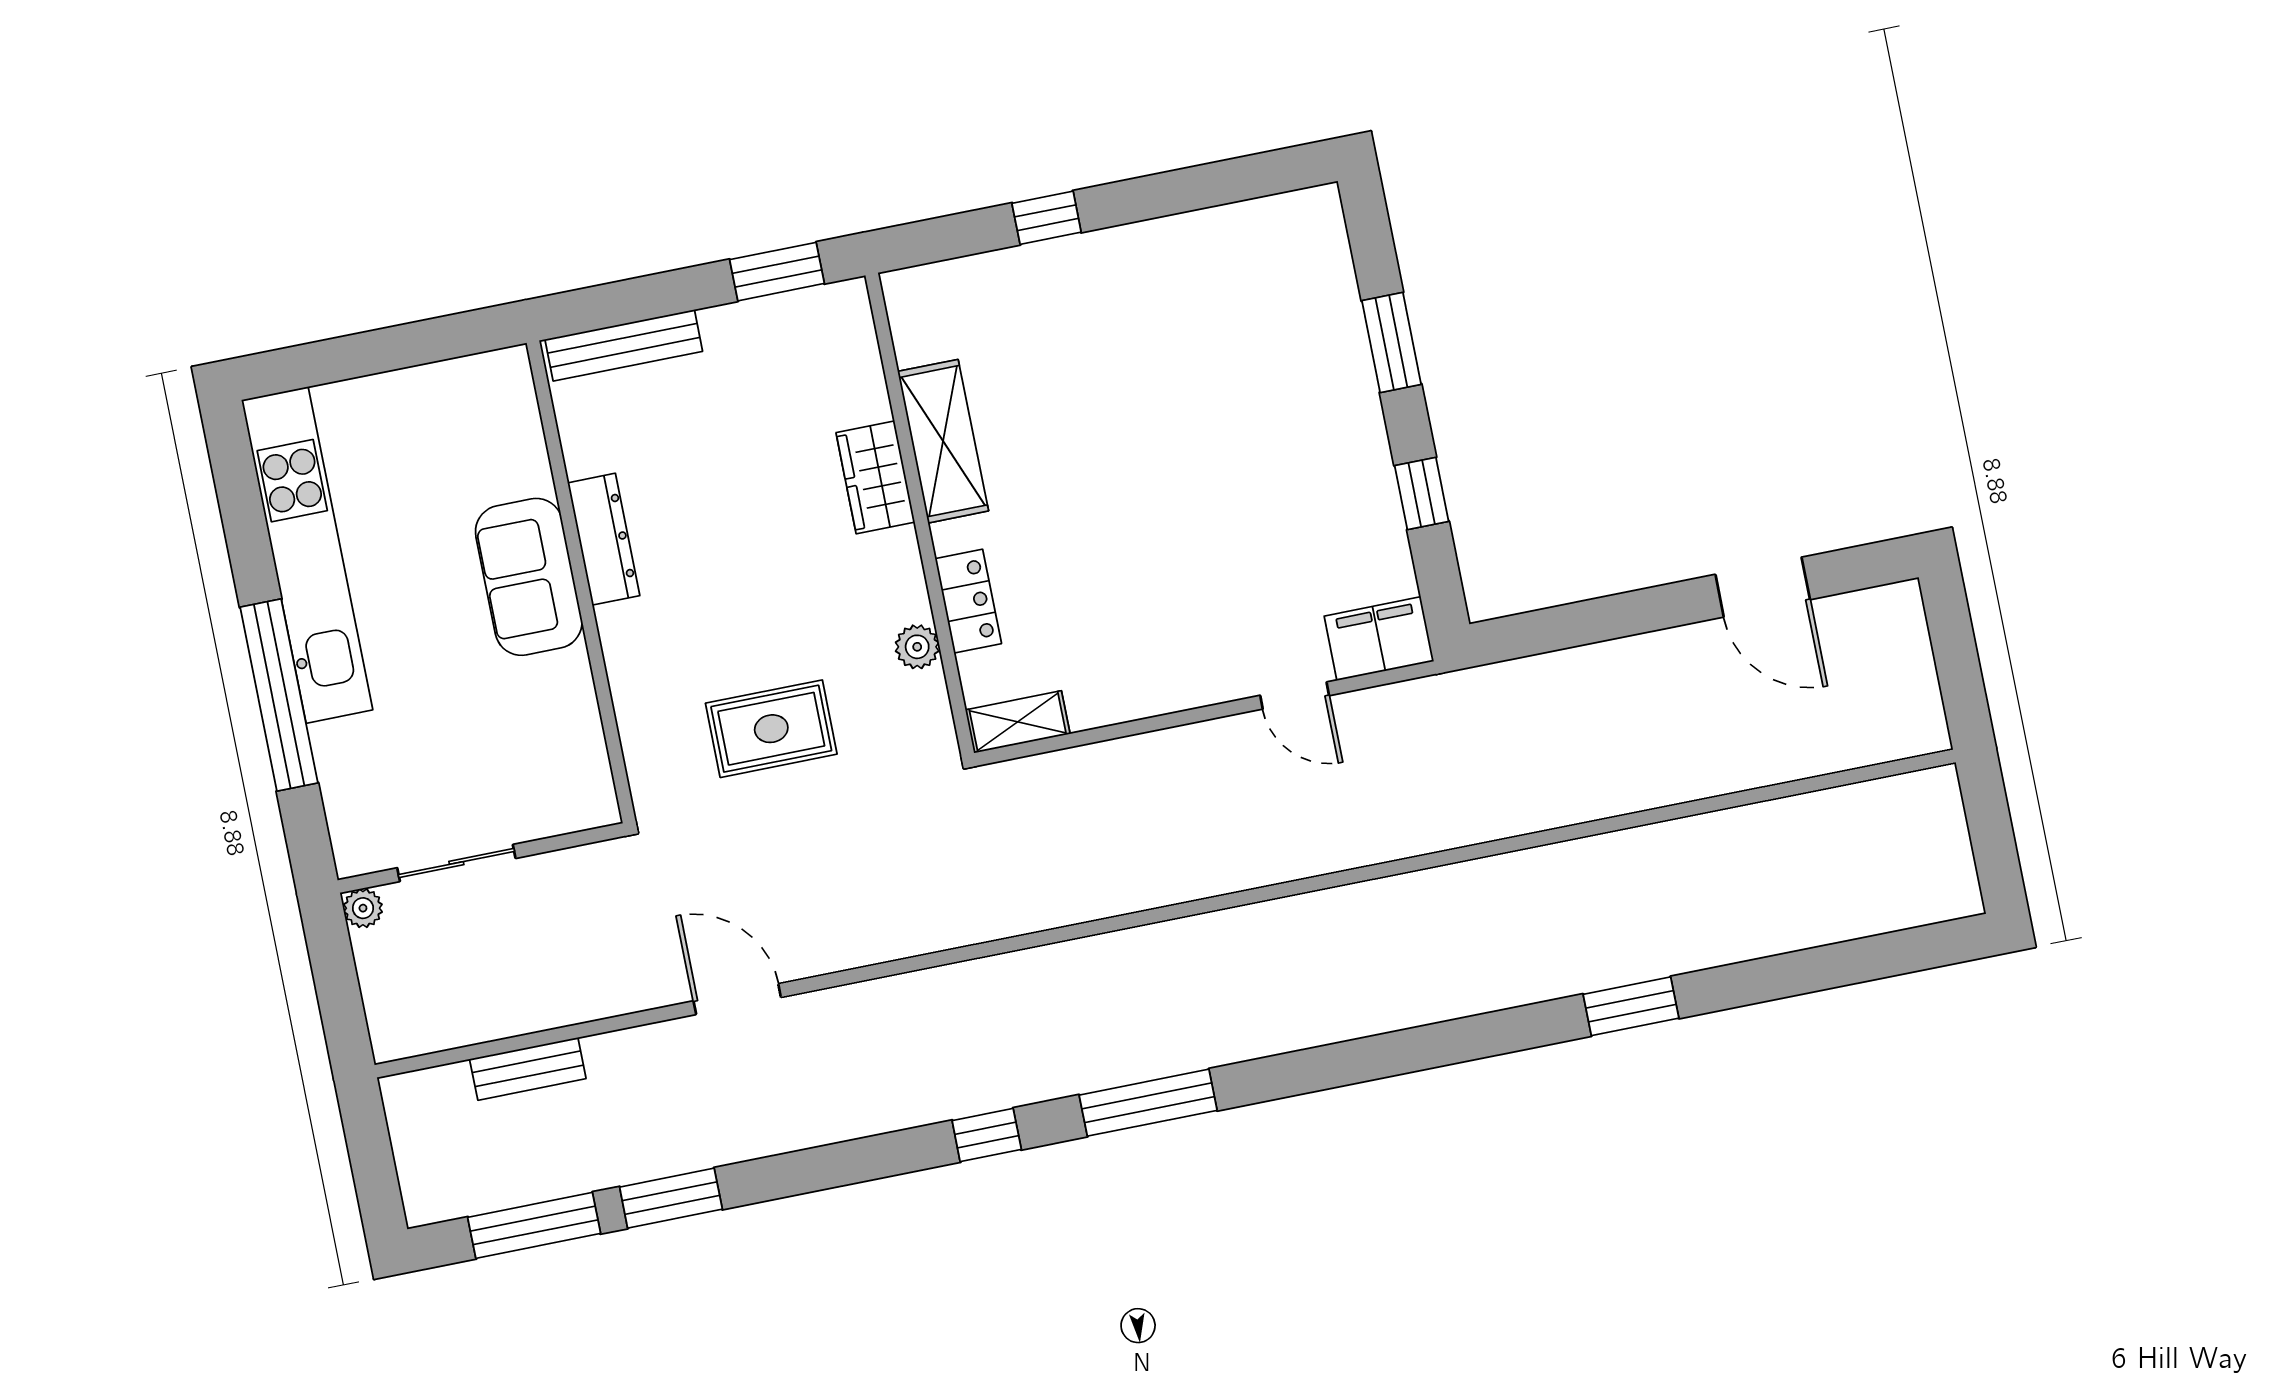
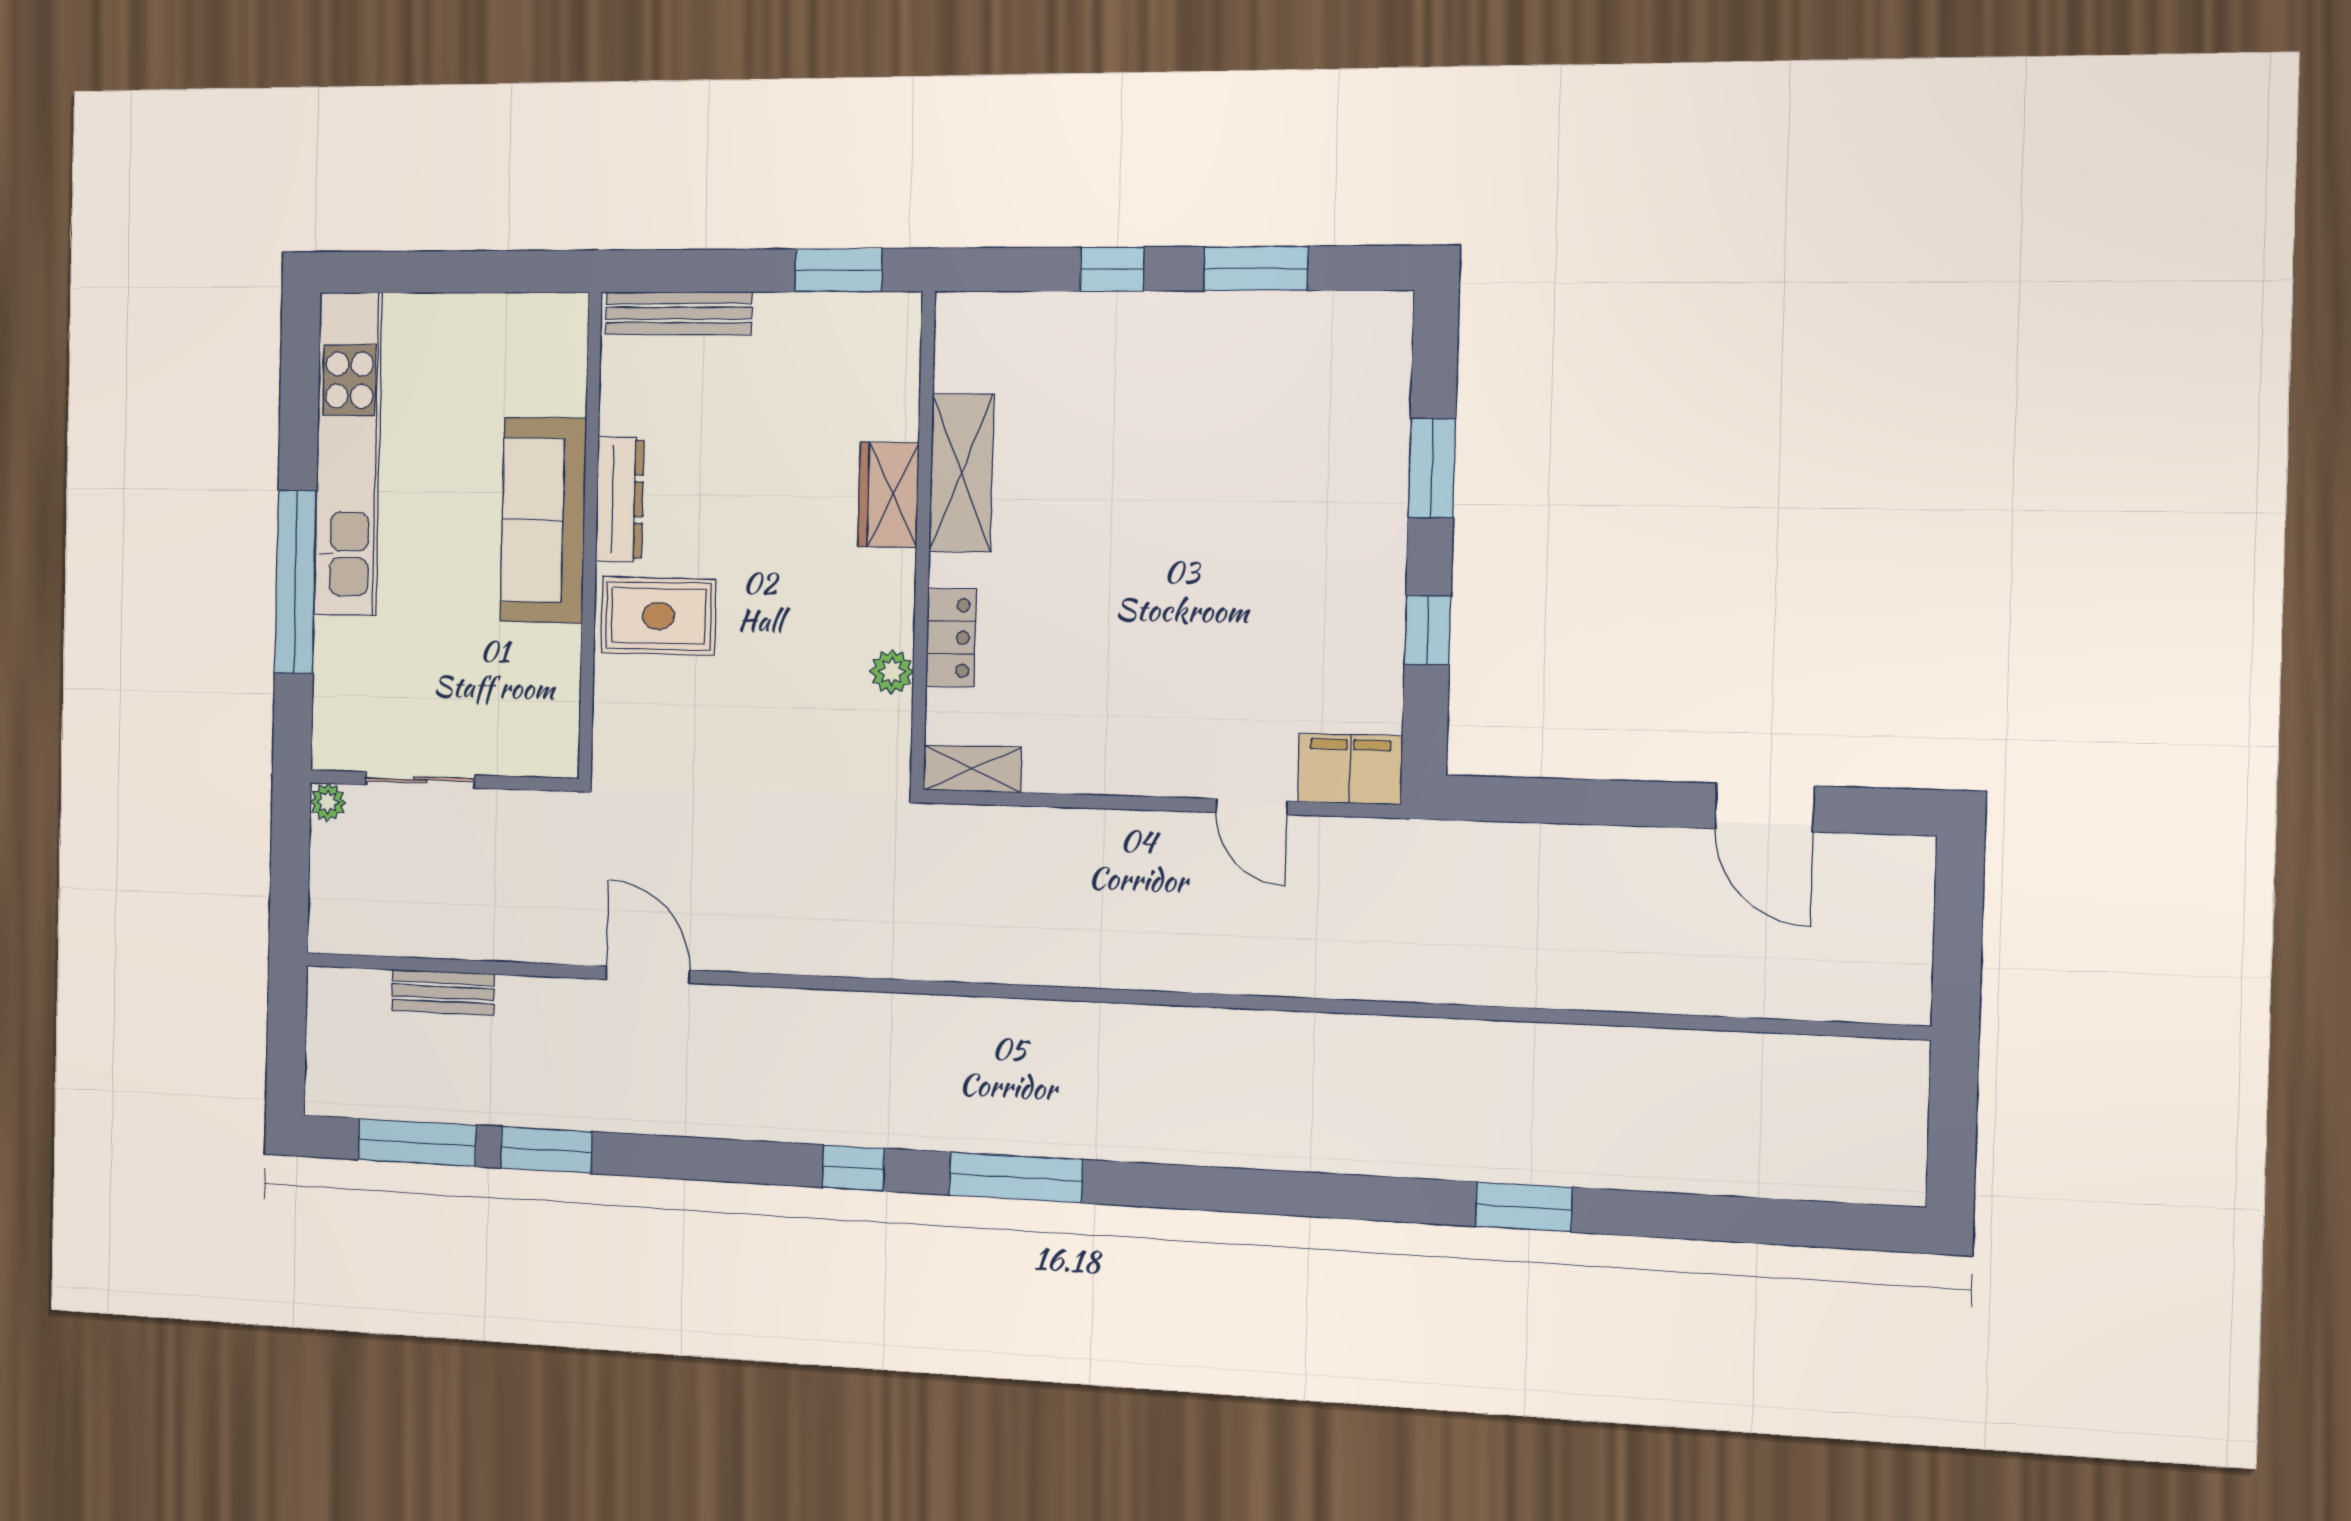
window: (1184, 190) -> (1256, 268), added
sofa: (529, 577) -> (543, 520), width x1.36
rug: (771, 729) -> (658, 616), moved

